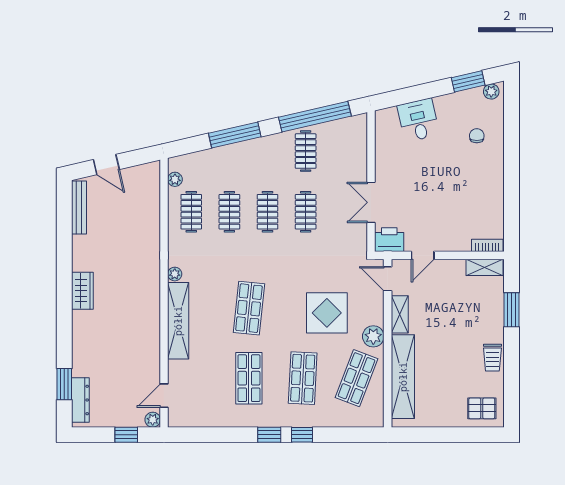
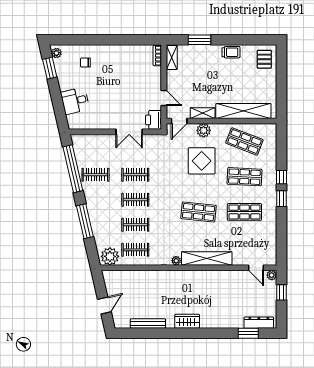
plant: (175, 179) -> (110, 256), width x1.88, depth x1.88
bench: (79, 207) -> (148, 323), moved
plant: (373, 336) -> (204, 130), moved

